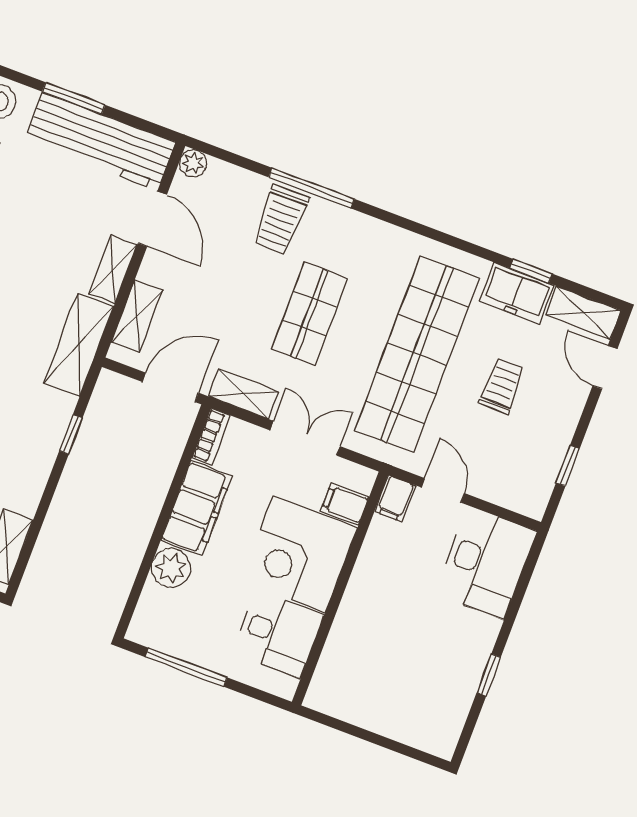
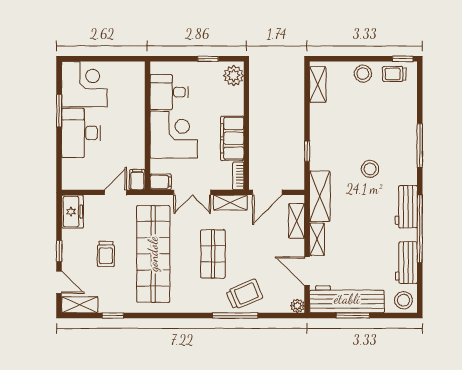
window: (74, 98) -> (353, 315), moved
trolley: (281, 220) -> (244, 294), turned 67
freezer: (517, 293) -> (72, 212), moved, turned 90
window: (568, 466) -> (59, 251), moved
door: (443, 490) -> (115, 192), swing flipped
filing cabinet: (345, 504) -> (161, 182), moved
desk: (486, 563) -> (81, 133), moved
plant: (171, 568) -> (234, 76), moved
window: (186, 667) -> (208, 59), width x0.46
window: (489, 675) -> (59, 111), width x1.50
corner desk: (425, 706) -> (84, 84), added

